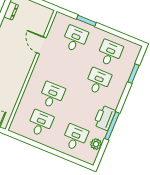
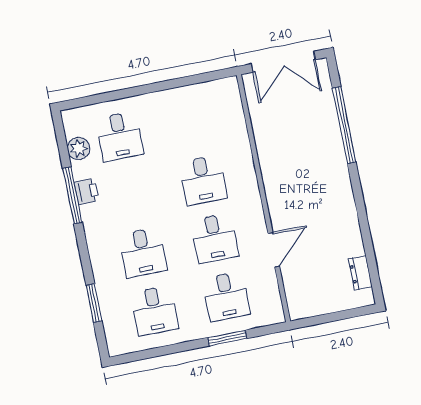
door: (41, 45) -> (274, 250), hinge flipped
printer: (104, 118) -> (86, 191), width x0.53, depth x0.68
desk: (40, 123) -> (215, 238), moved

